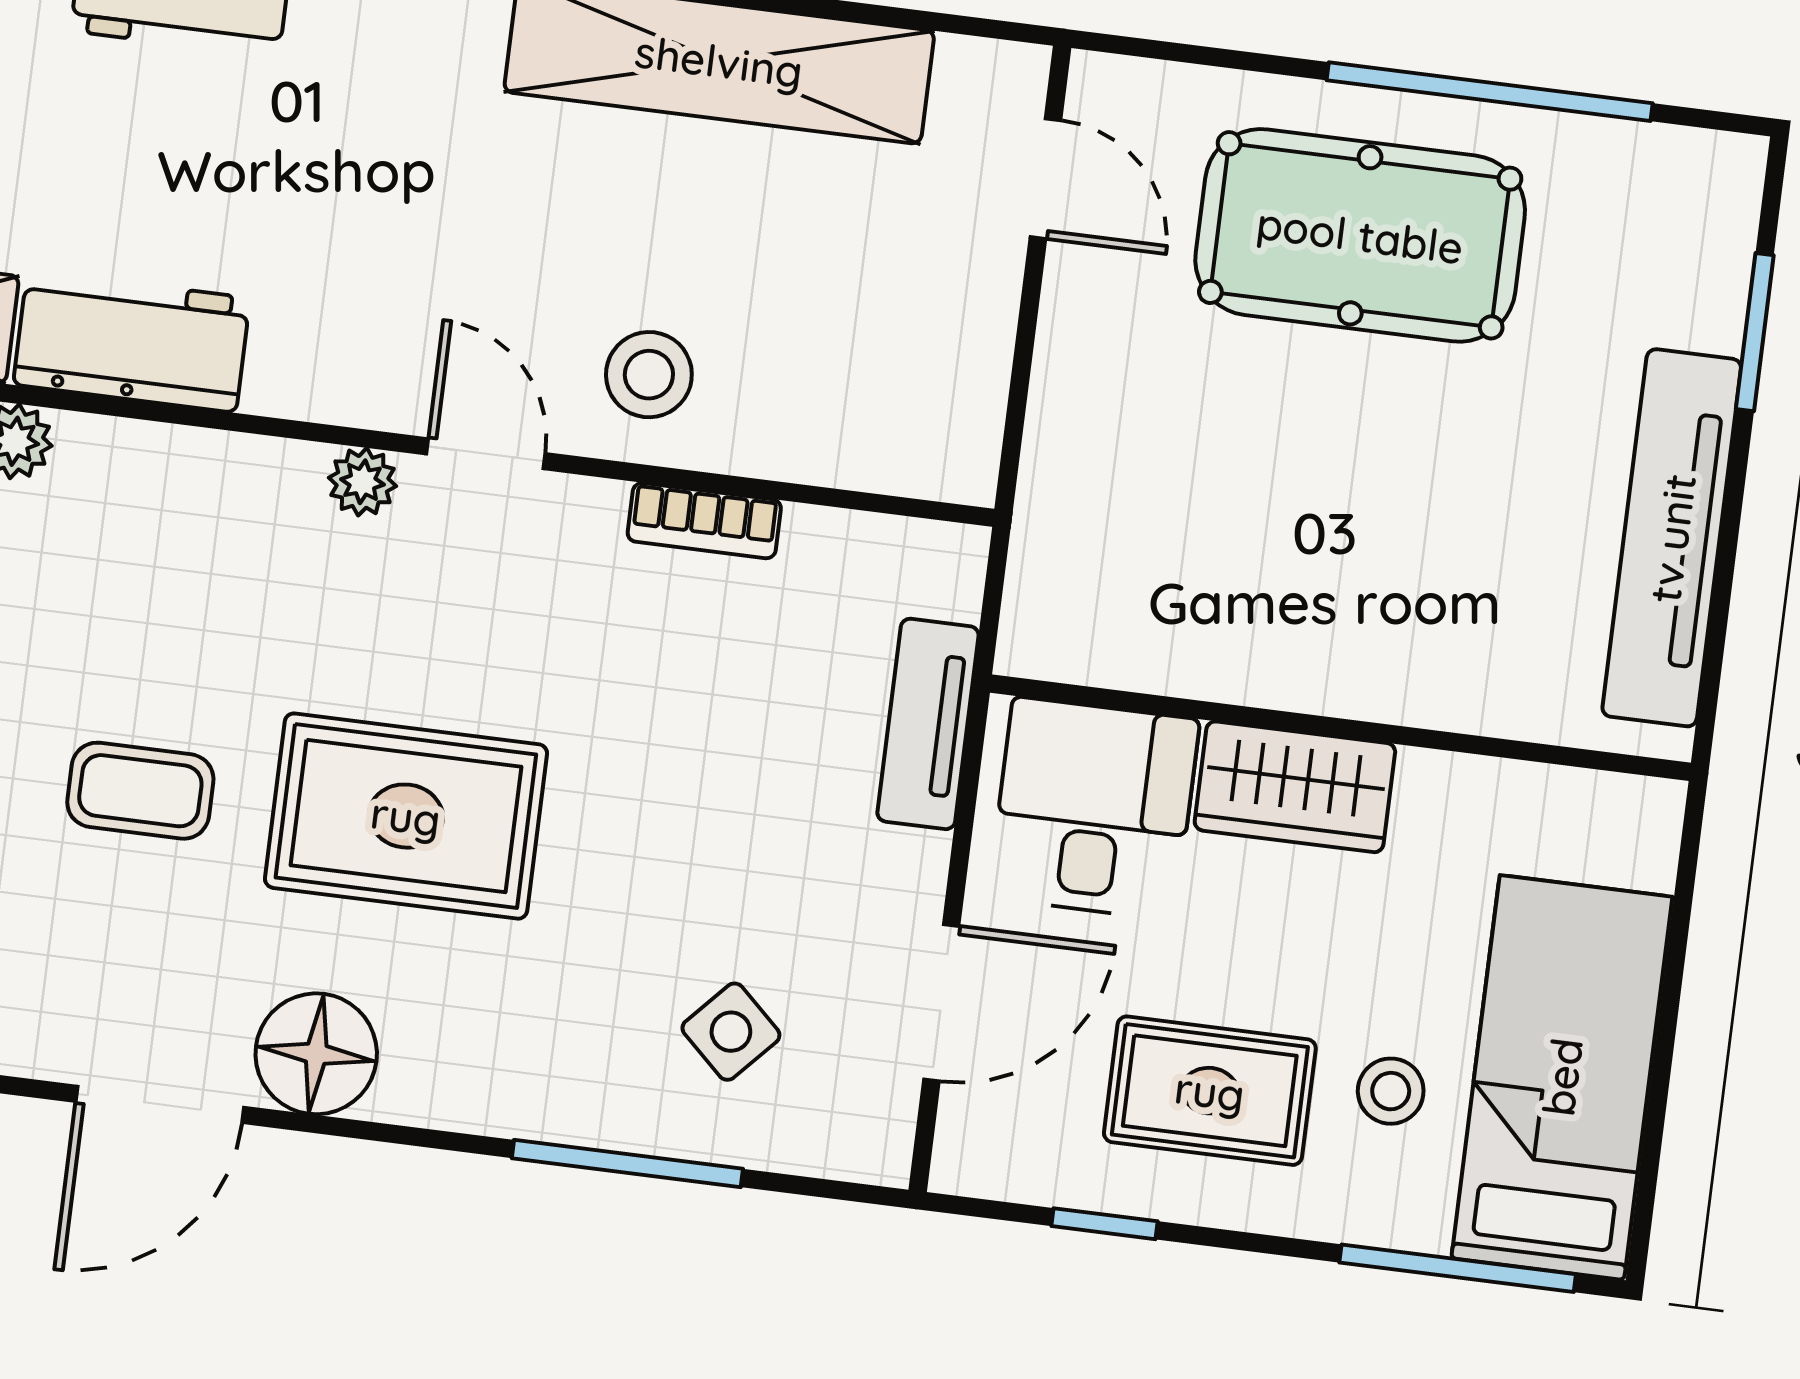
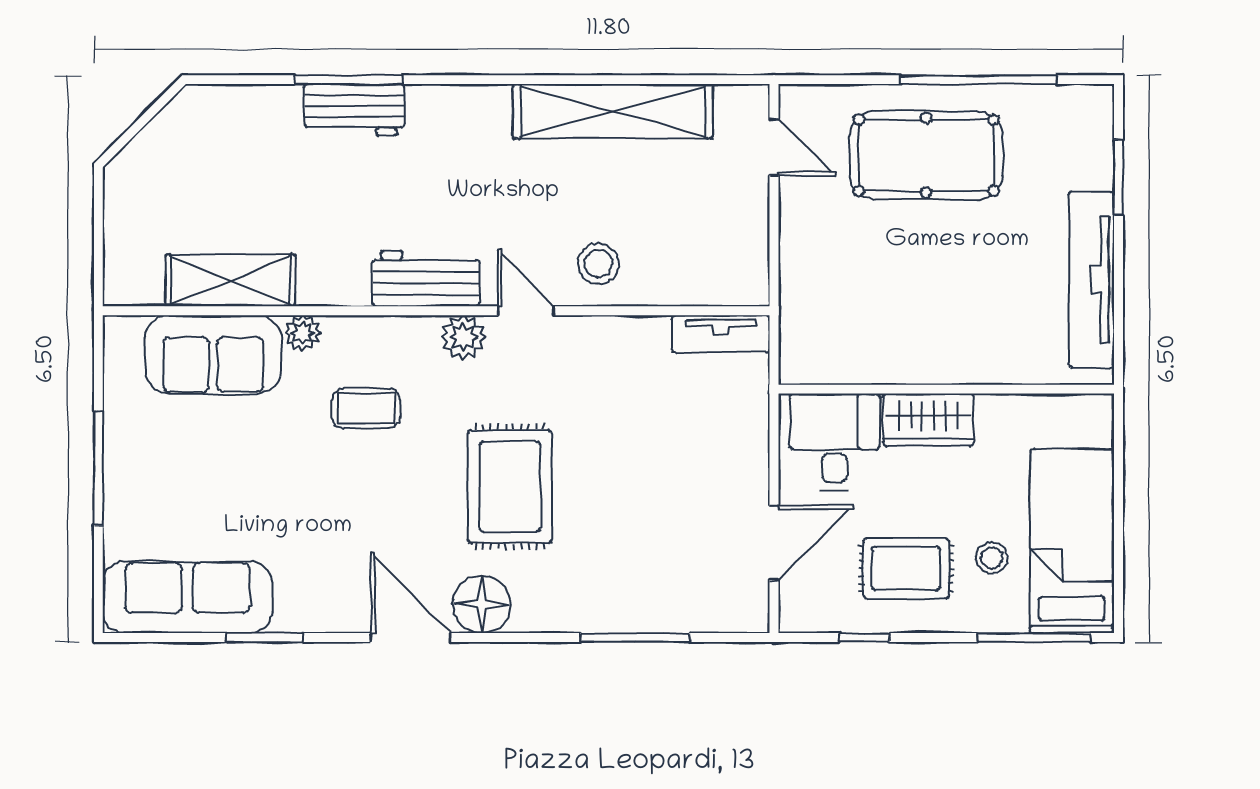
workbench: (132, 341) -> (426, 279), moved
plant: (363, 482) -> (463, 337), width x1.38, depth x1.38
bookcase: (704, 521) -> (633, 329), removed
tv unit: (928, 724) -> (721, 334), moved, turned -90
coffee table: (140, 791) -> (366, 408), moved
rug: (406, 816) -> (510, 487), turned 90
side table: (731, 1032) -> (676, 569), removed
door: (160, 1104) -> (411, 638), swing flipped

